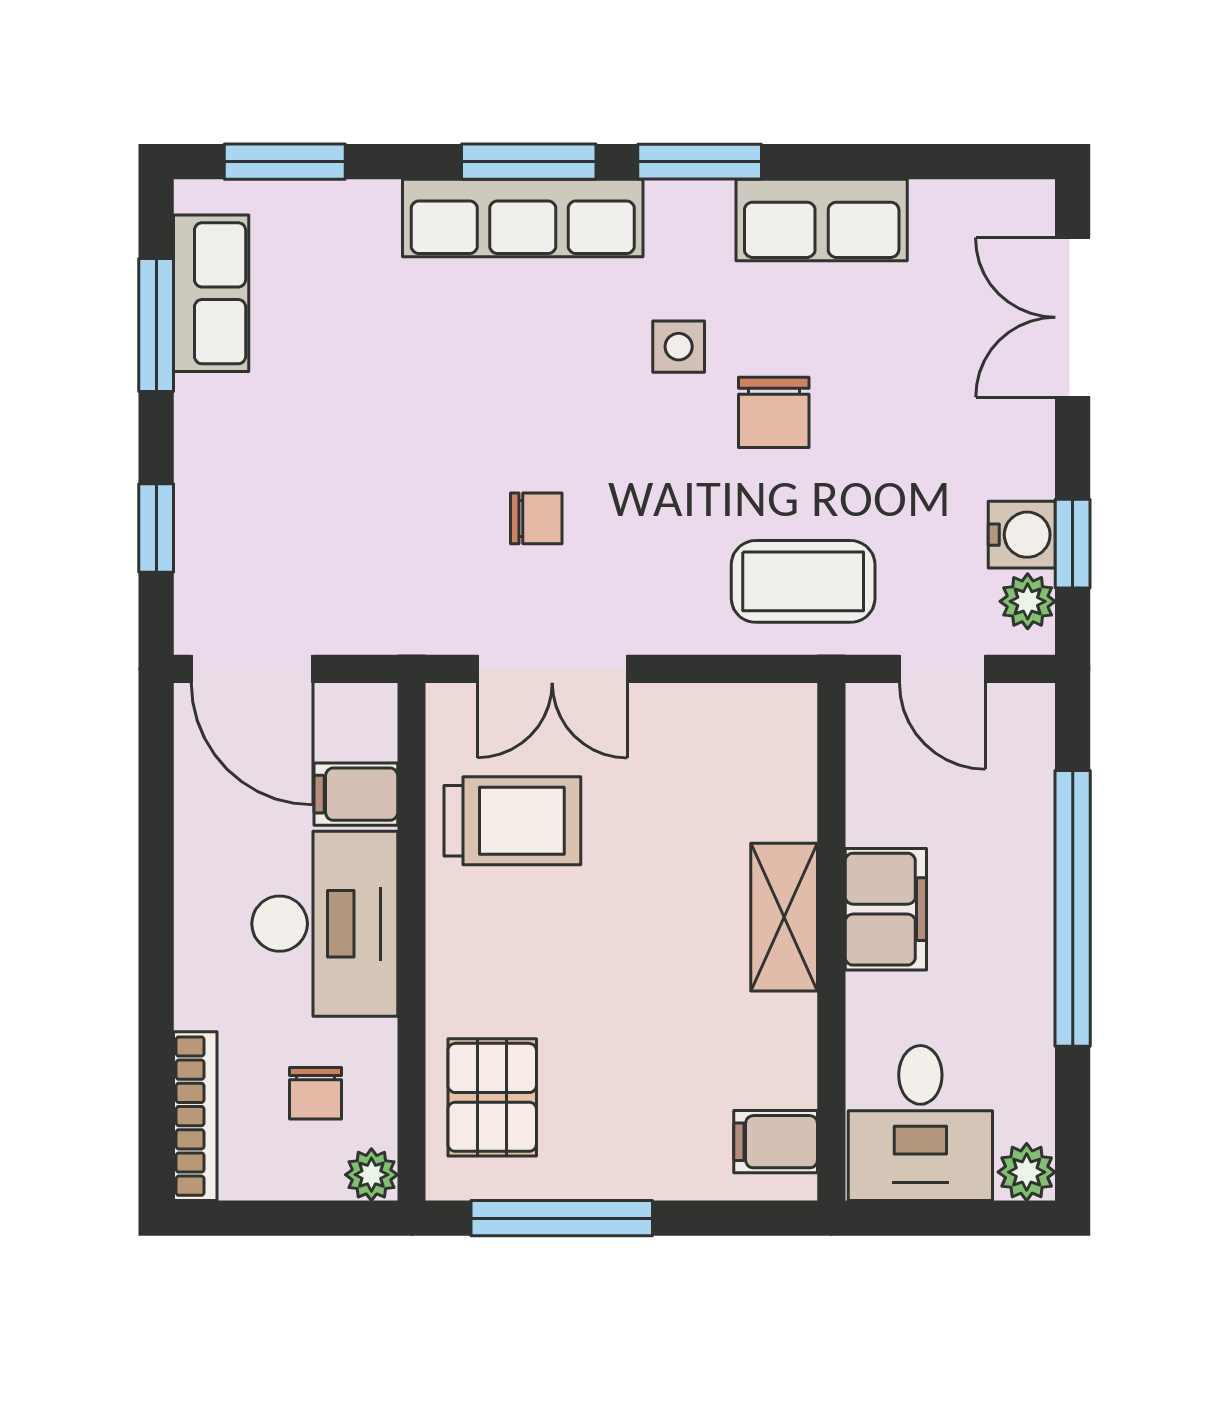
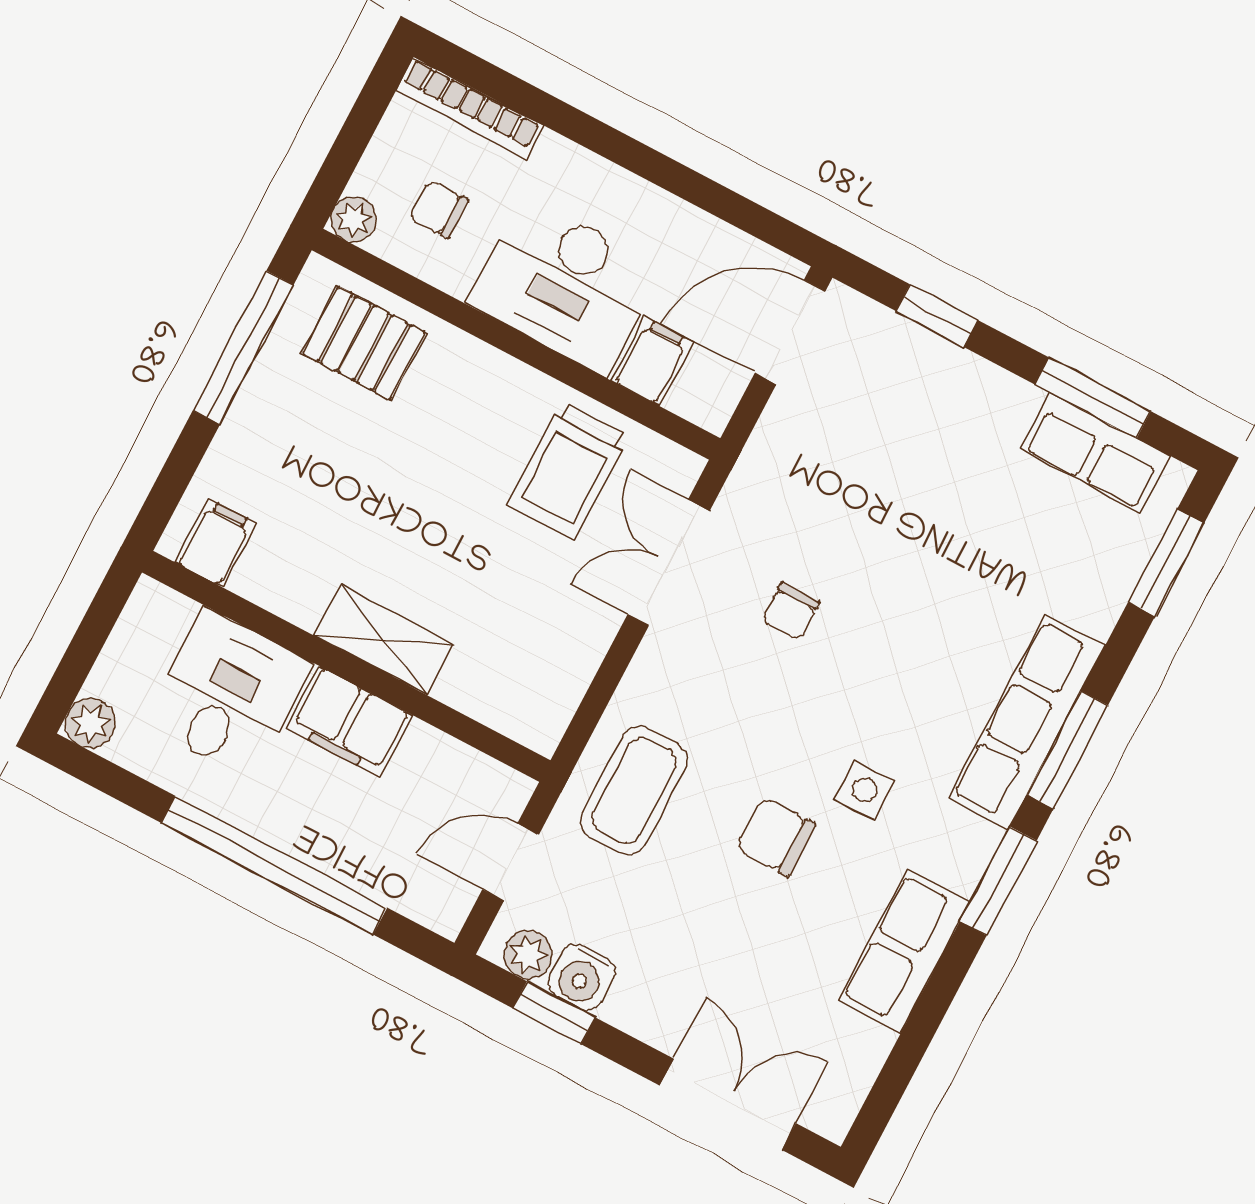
desk: (920, 1123) -> (228, 694), moved, turned 90

